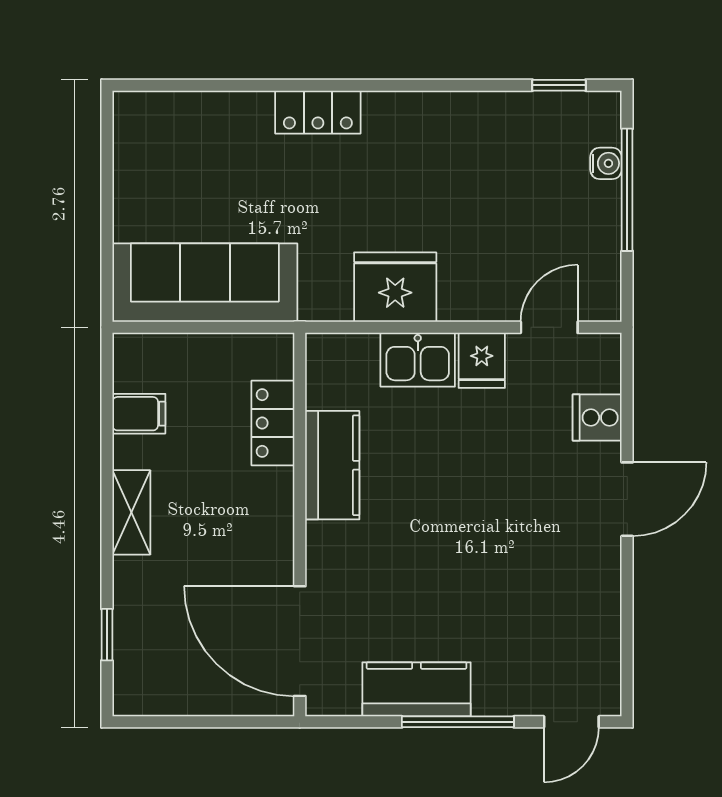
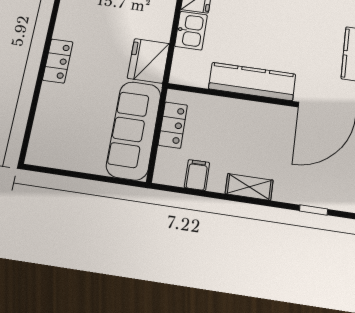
fridge: (395, 287) -> (149, 61), moved
locker: (273, 423) -> (173, 125), moved, turned -90
kitchen counter: (332, 465) -> (252, 81), width x1.50

